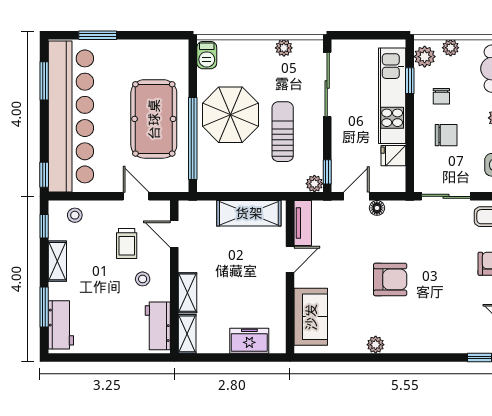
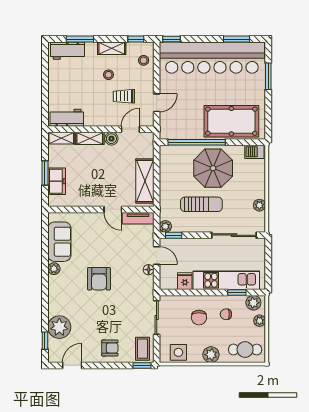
pool table: (154, 119) -> (231, 121), moved
boiler: (188, 261) -> (111, 139), added
stool: (143, 279) -> (109, 75), moved
sofa: (311, 317) -> (59, 242), moved, turned -90
plant: (460, 337) -> (59, 327), added
window: (237, 357) -> (45, 173), added

